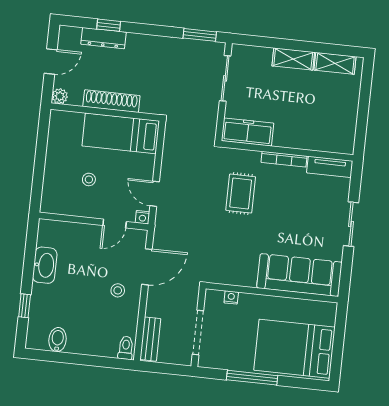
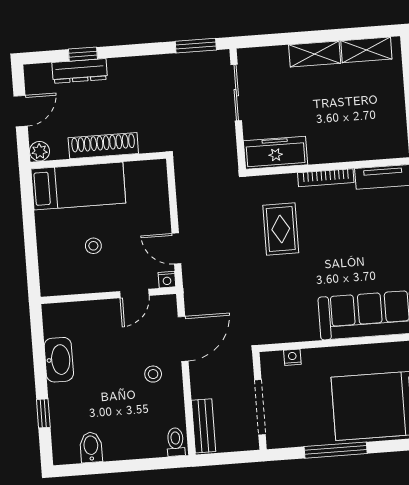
bed: (121, 133) -> (78, 186), moved, turned 180

